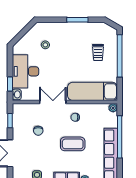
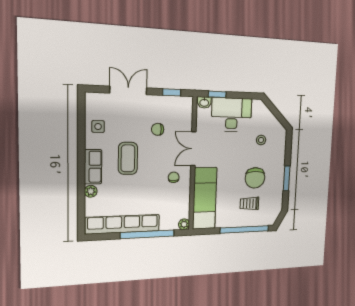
chair: (77, 49) -> (255, 178), added
double door: (53, 102) -> (193, 149), swing flipped
coffee table: (73, 144) -> (128, 158), moved

